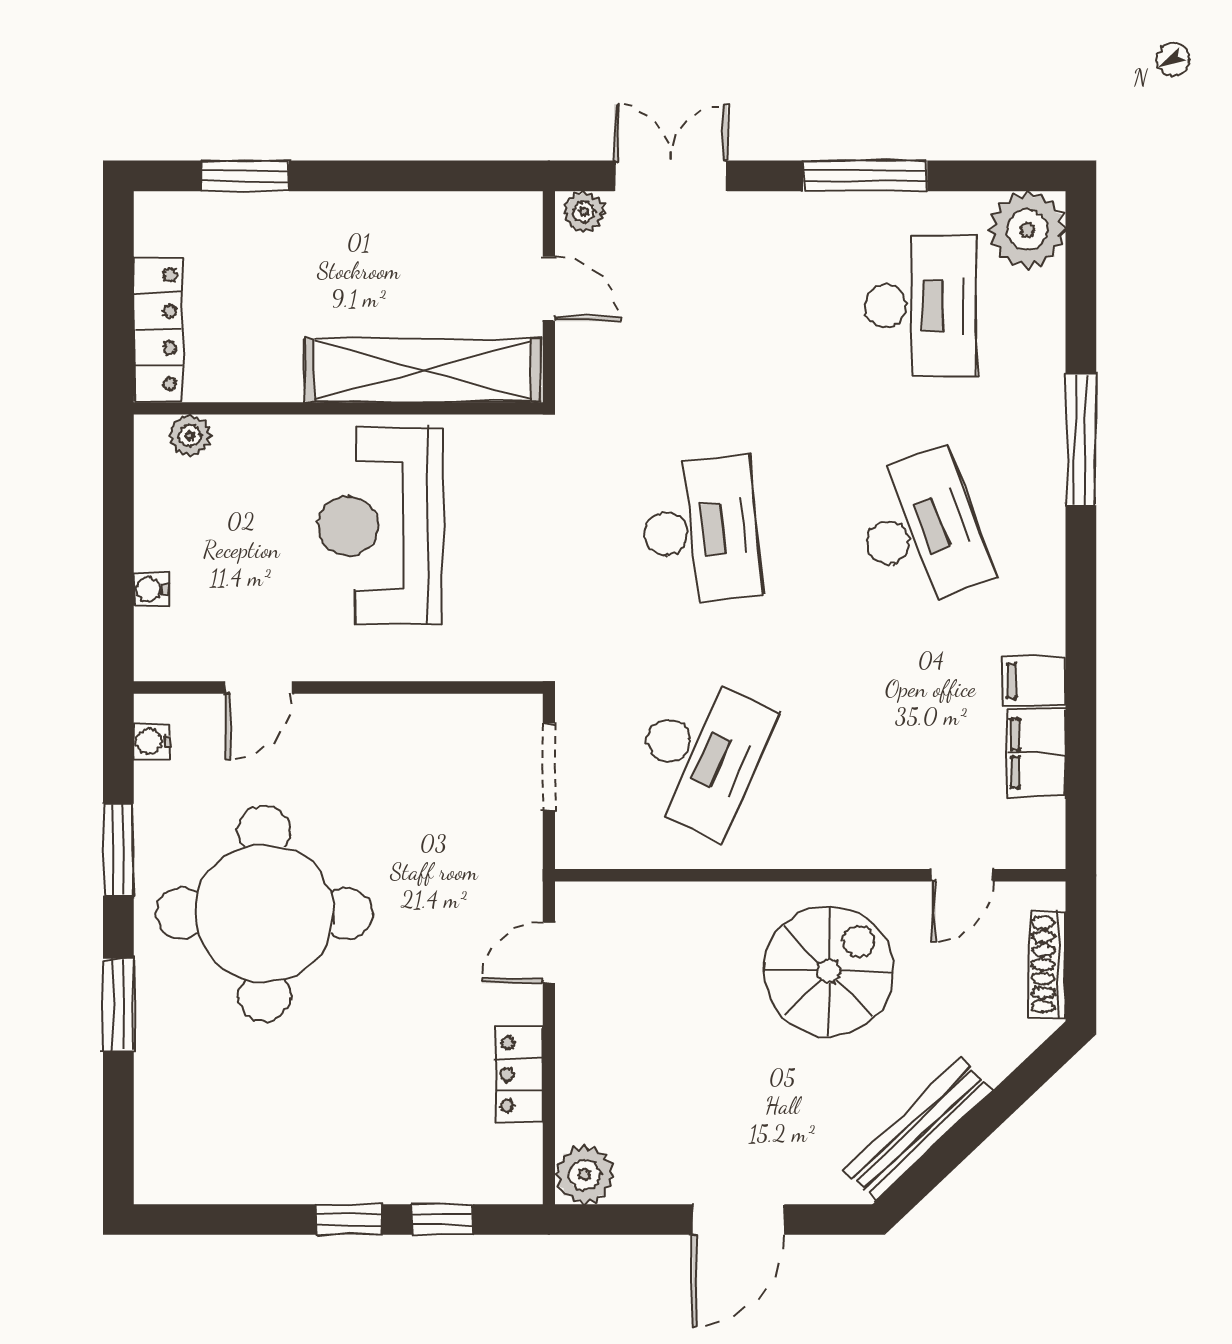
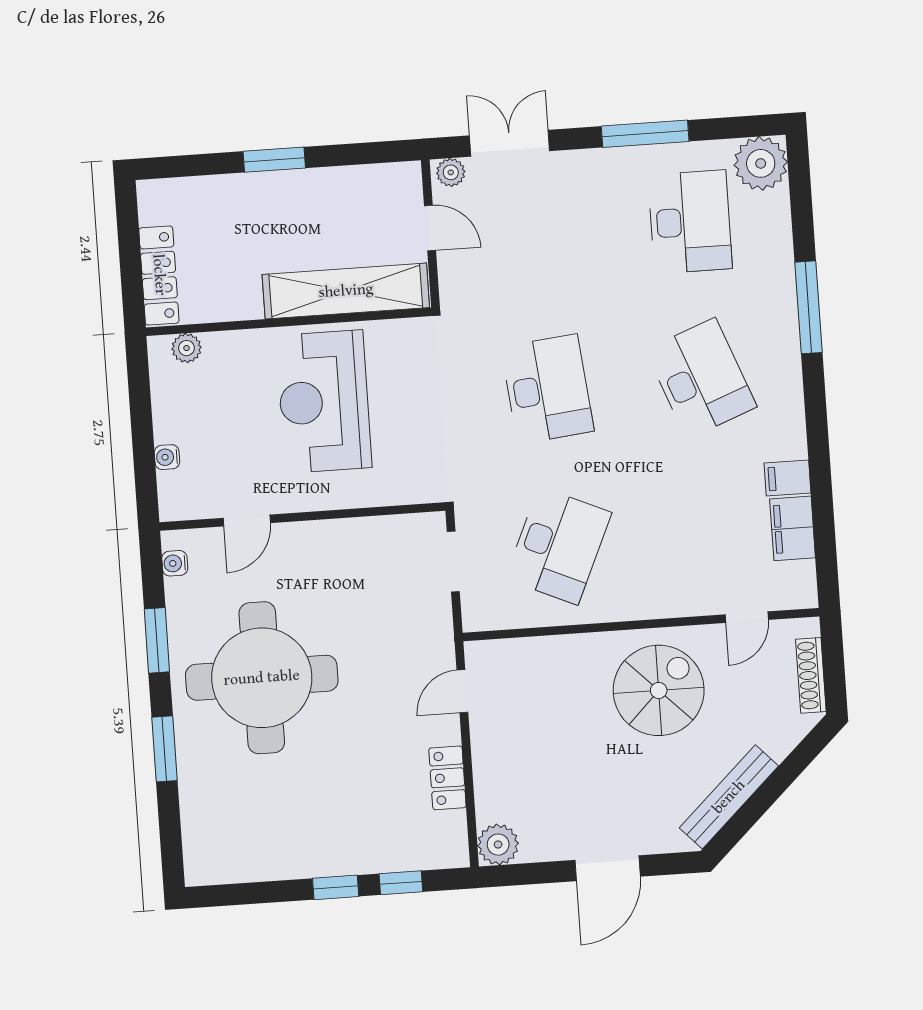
window: (245, 176) -> (274, 160), moved

